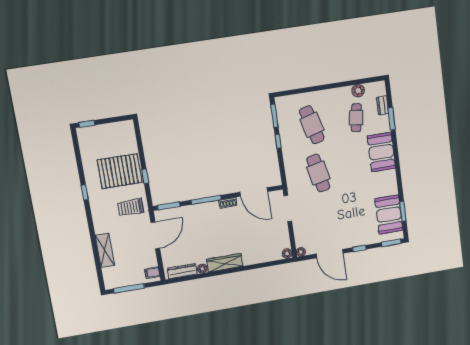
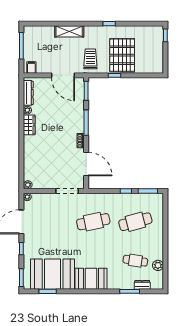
booth: (381, 152) -> (91, 279), moved
door: (254, 192) -> (86, 164), swing flipped
booth: (389, 215) -> (53, 274), width x1.36, depth x1.42
shelving: (105, 250) -> (69, 31), moved
wardrobe: (225, 263) -> (29, 125), width x0.67

